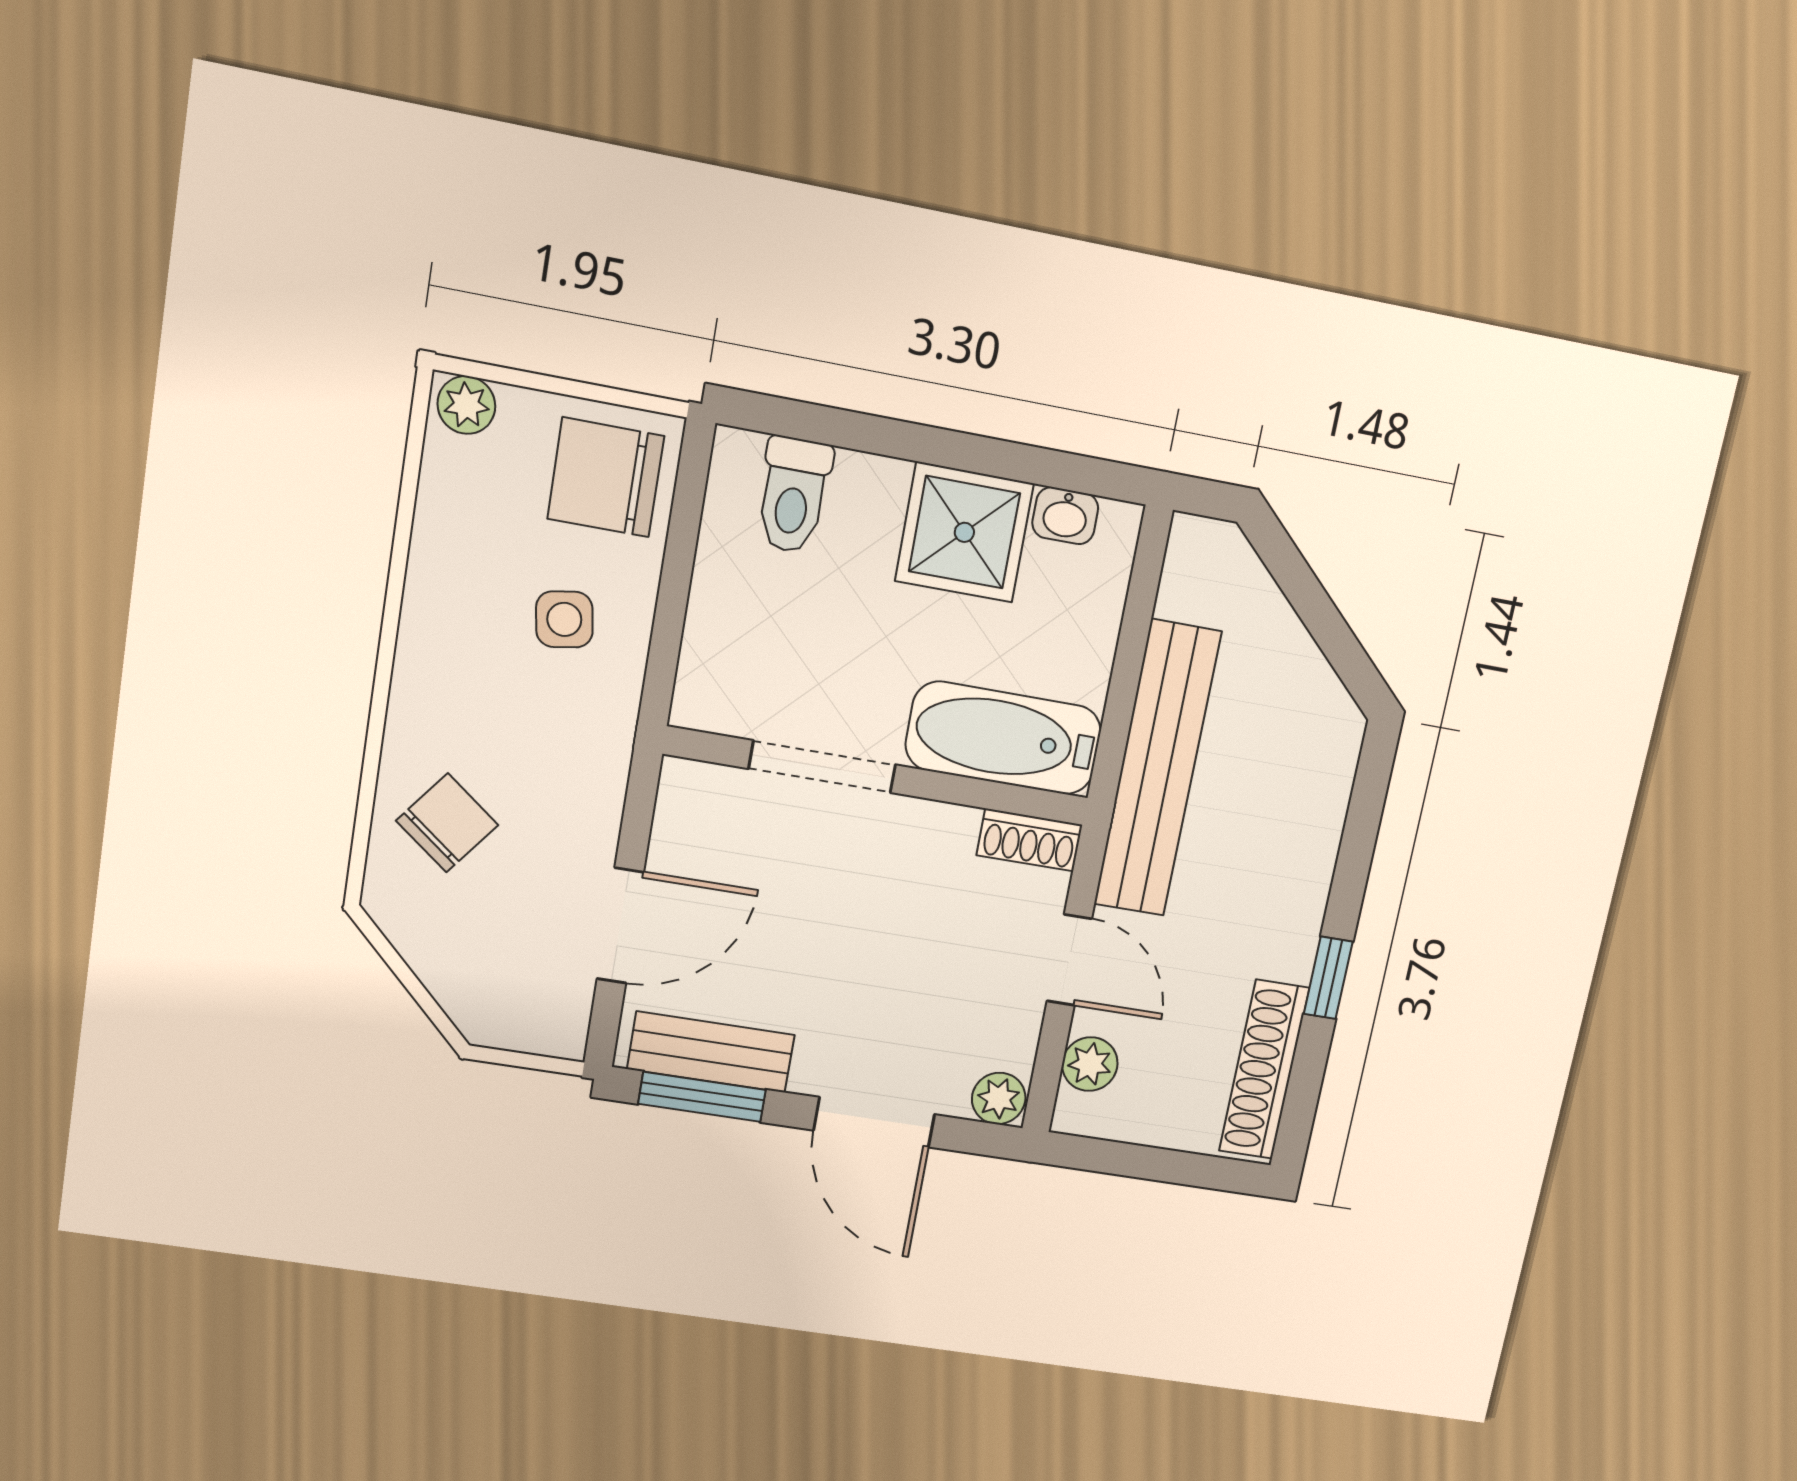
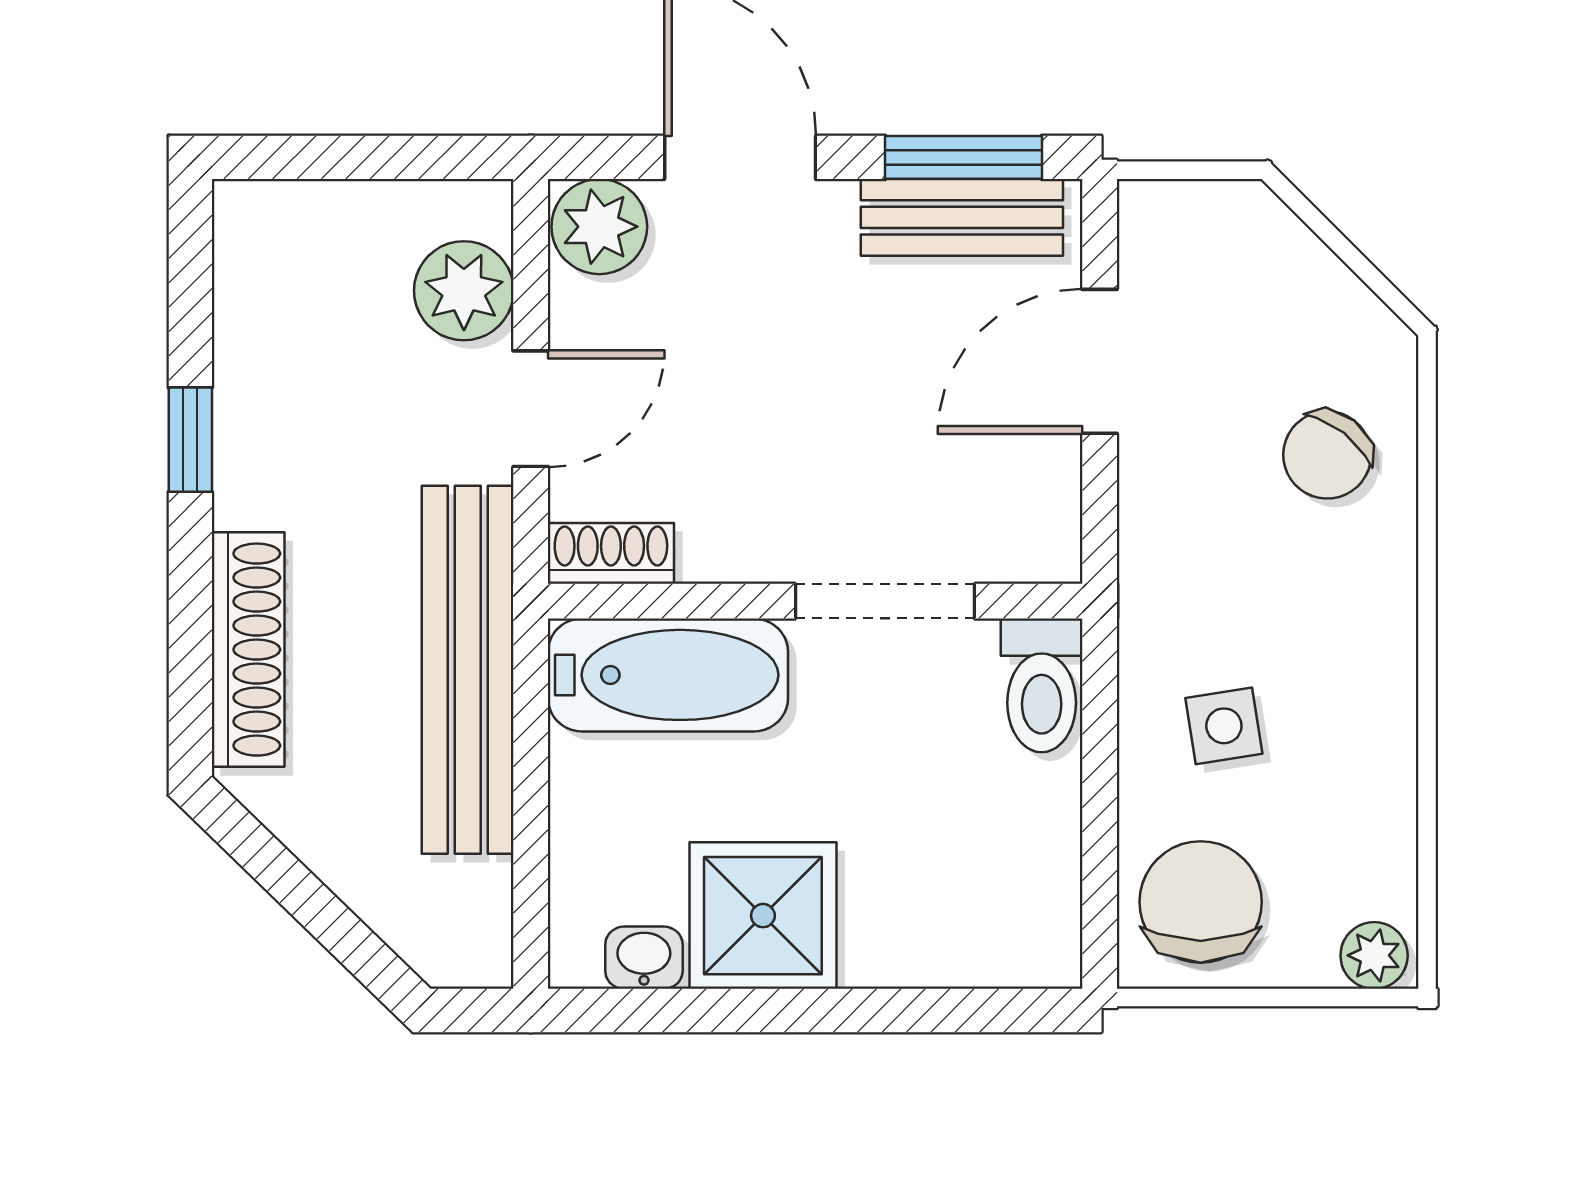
chair: (606, 477) -> (1201, 902), turned -90
toilet: (793, 495) -> (1042, 685), moved, turned 180
door: (1069, 960) -> (531, 409), swing flipped
plant: (1090, 1064) -> (464, 291), width x1.38, depth x1.38
shoe rack: (1264, 1070) -> (248, 650), moved
plant: (999, 1098) -> (599, 227), width x1.38, depth x1.38

